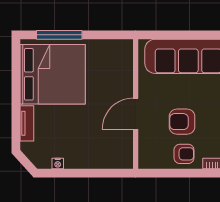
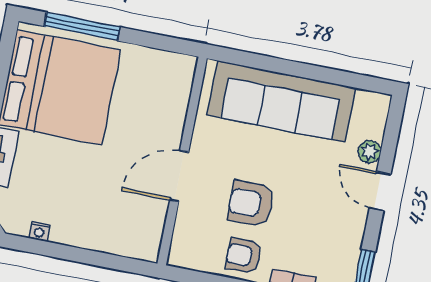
armchair: (184, 154) -> (244, 256), turned 180

